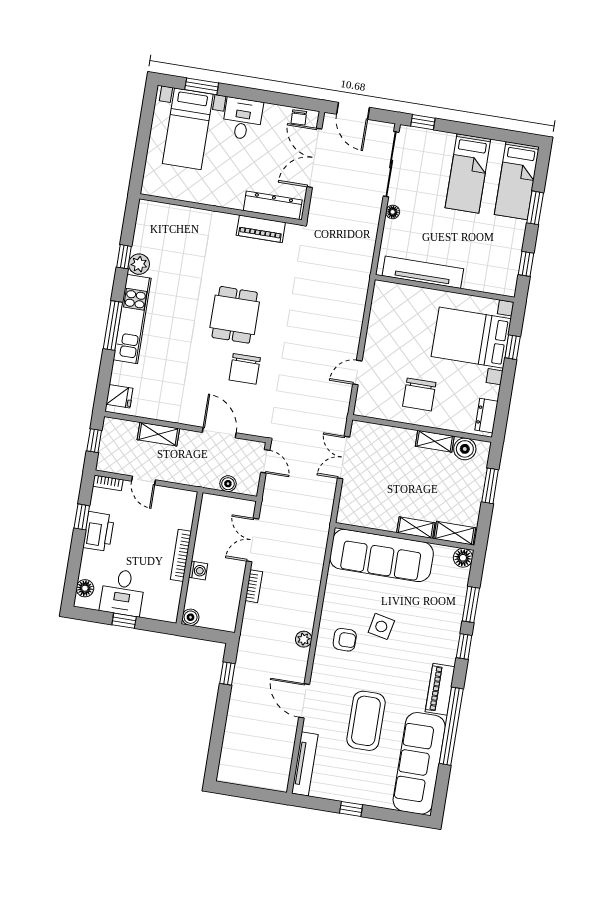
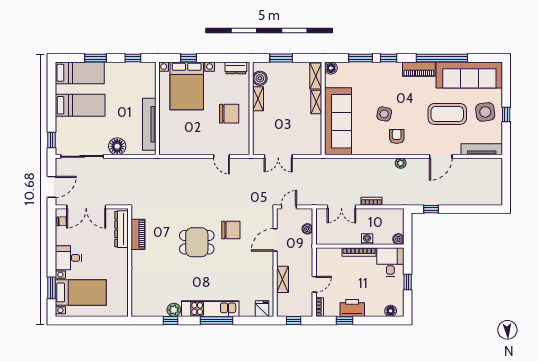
floor lamp: (393, 212) -> (117, 146), width x1.89, depth x1.89
desk: (123, 592) -> (390, 262), moved, turned -90
side table: (360, 778) -> (485, 112), added

